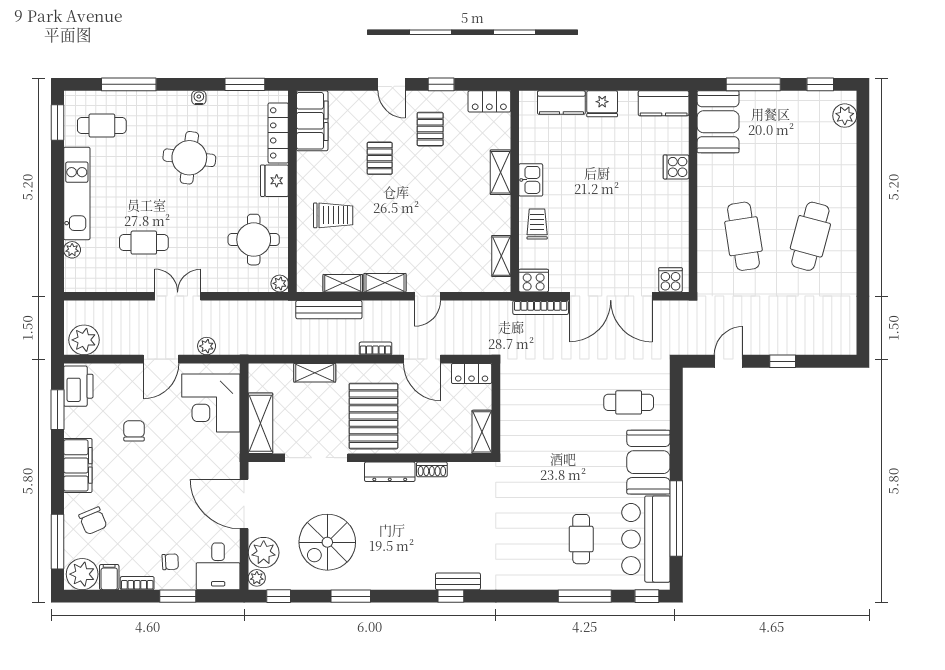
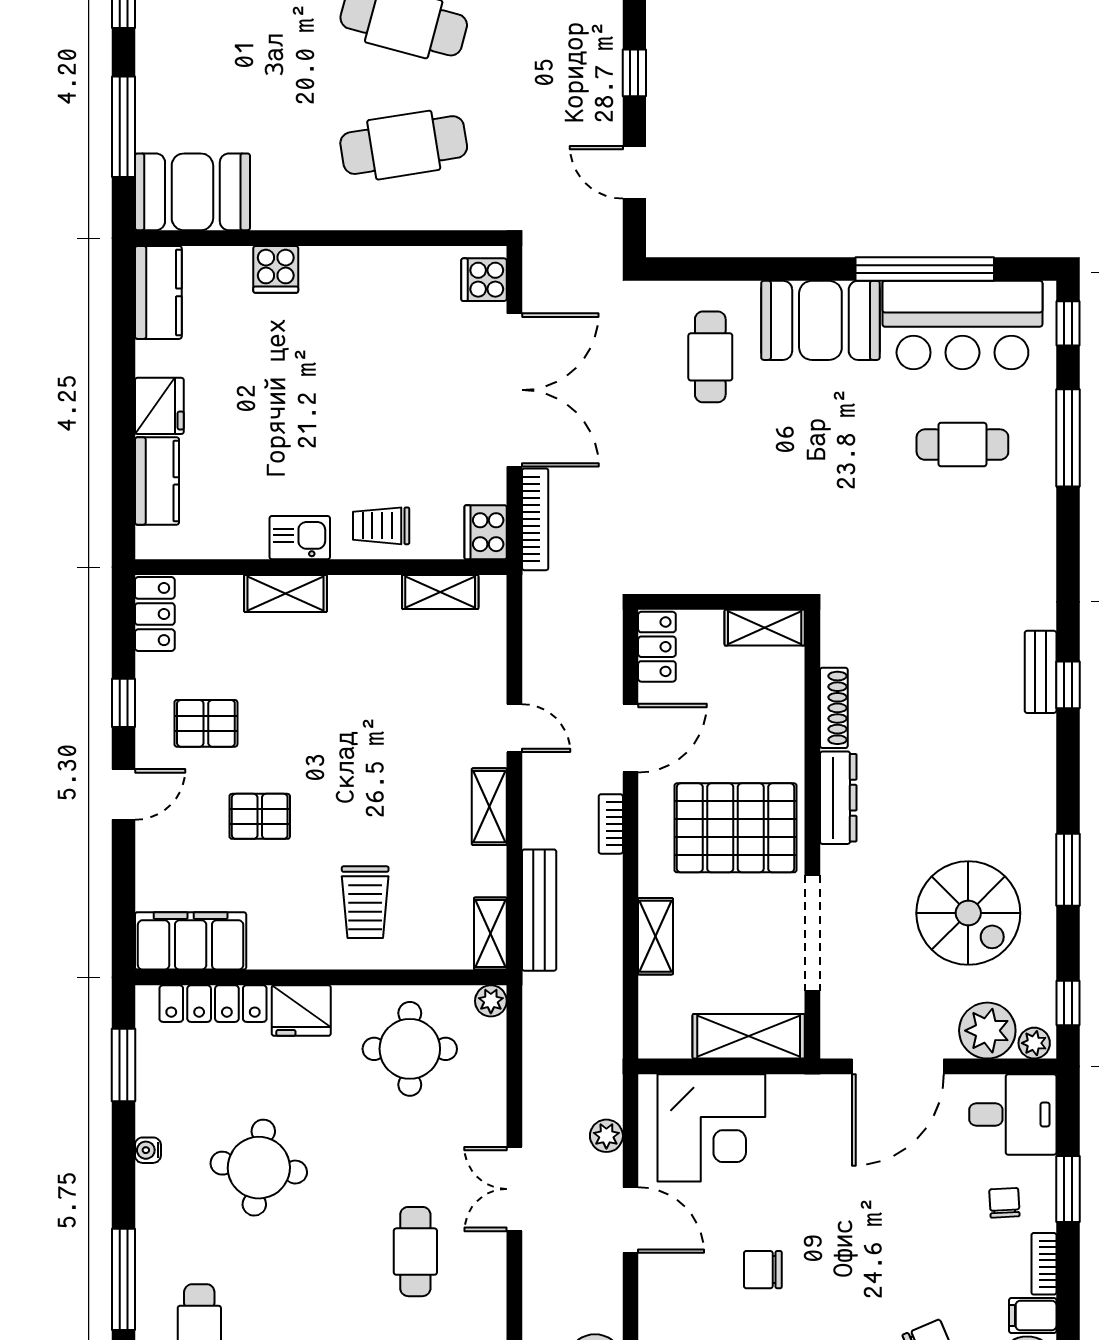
trolley: (333, 215) -> (365, 902), turned 180
shelving: (343, 283) -> (490, 933), moved
shoe rack: (432, 469) -> (834, 708), width x1.43

